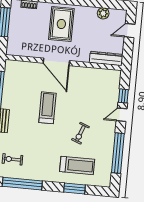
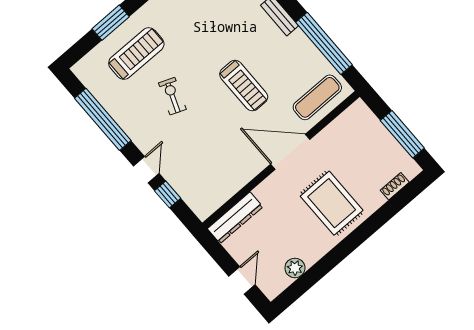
exercise mat: (23, 72) -> (317, 97), added
treadmill: (77, 165) -> (136, 54), turned 180

